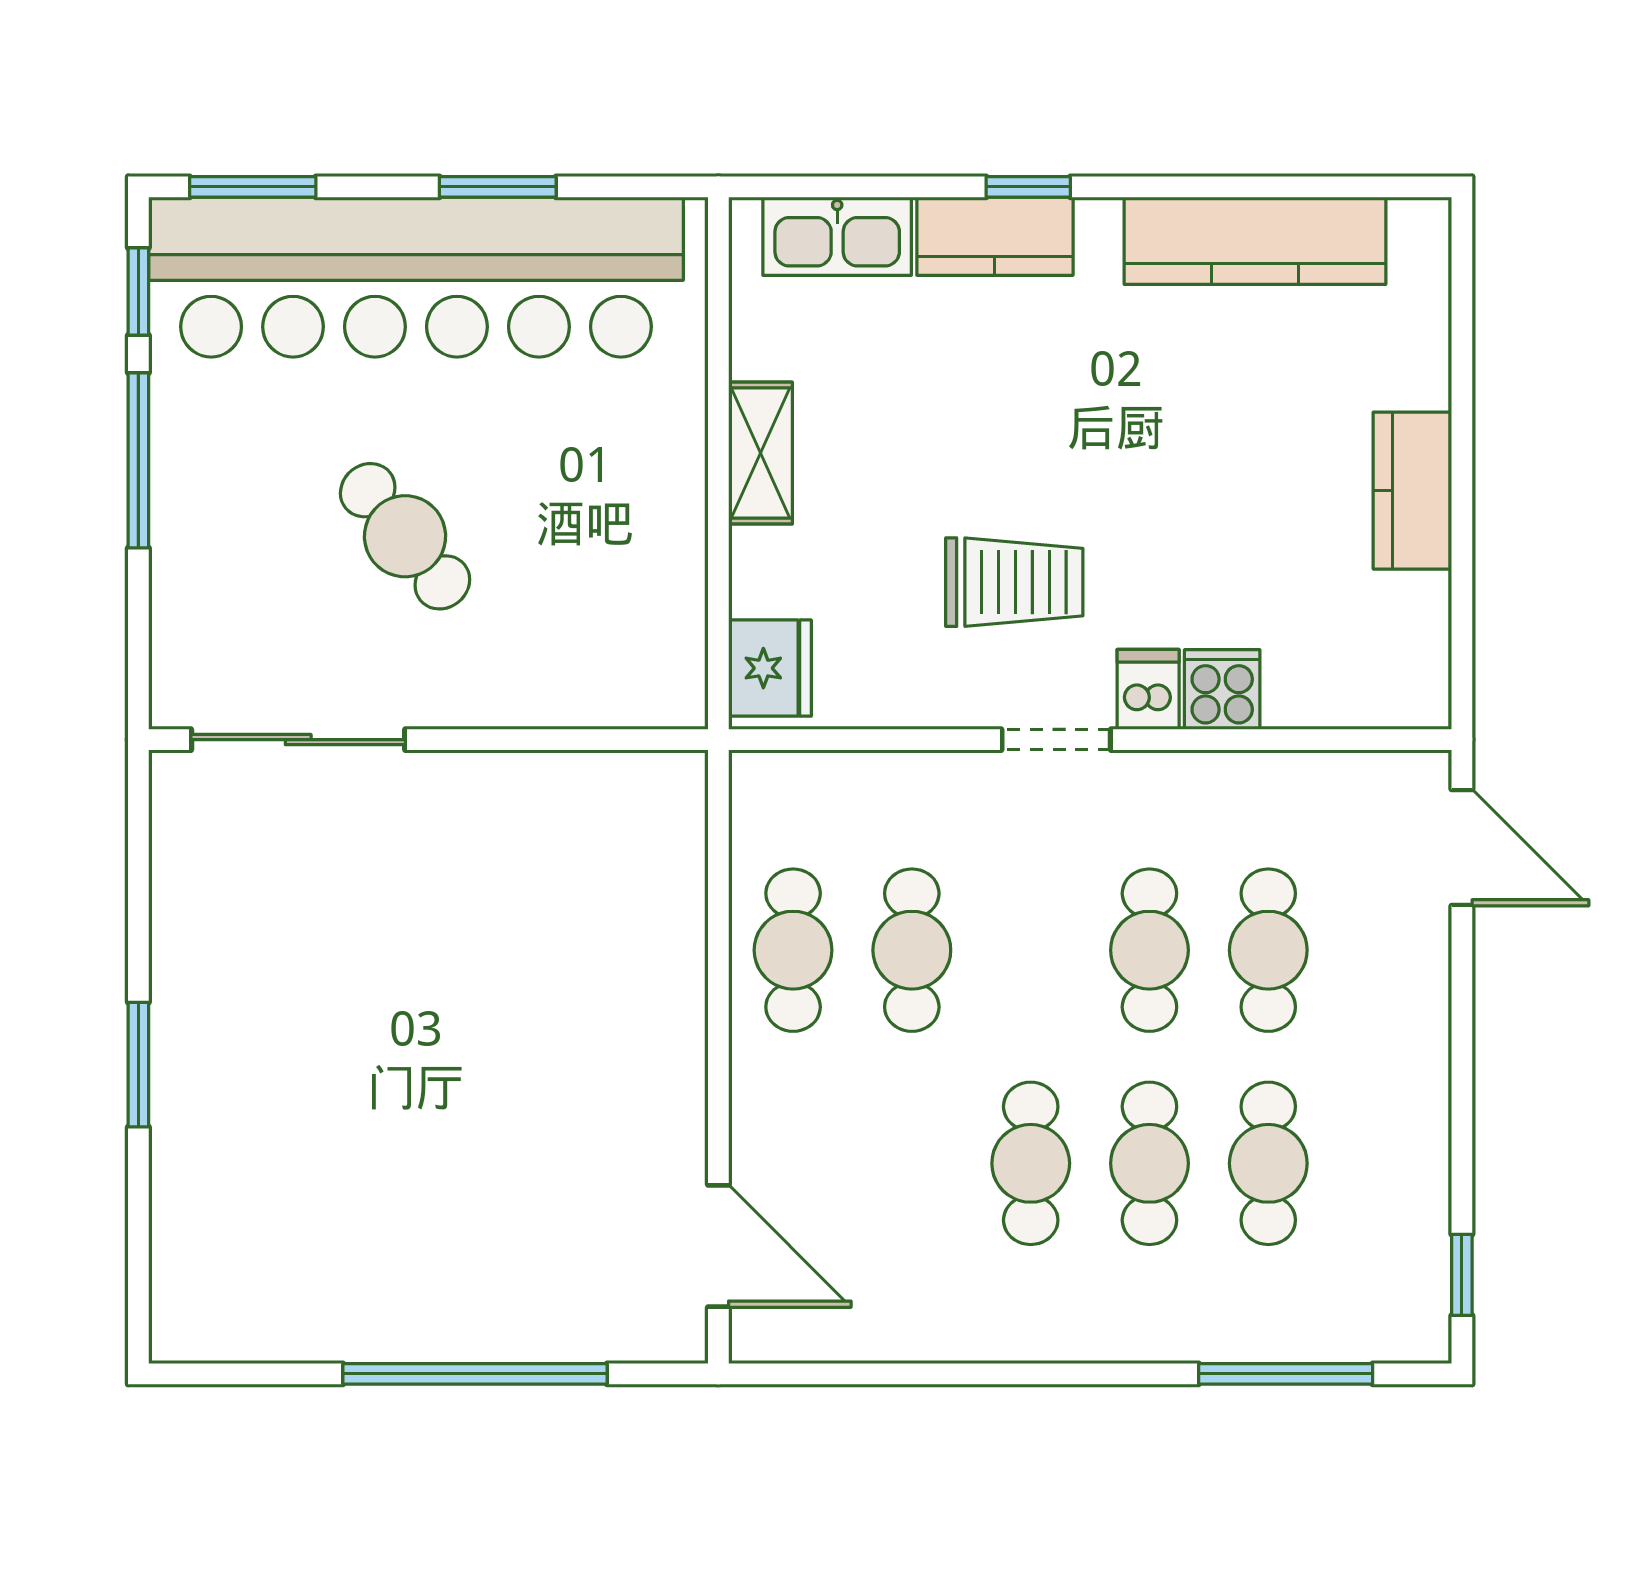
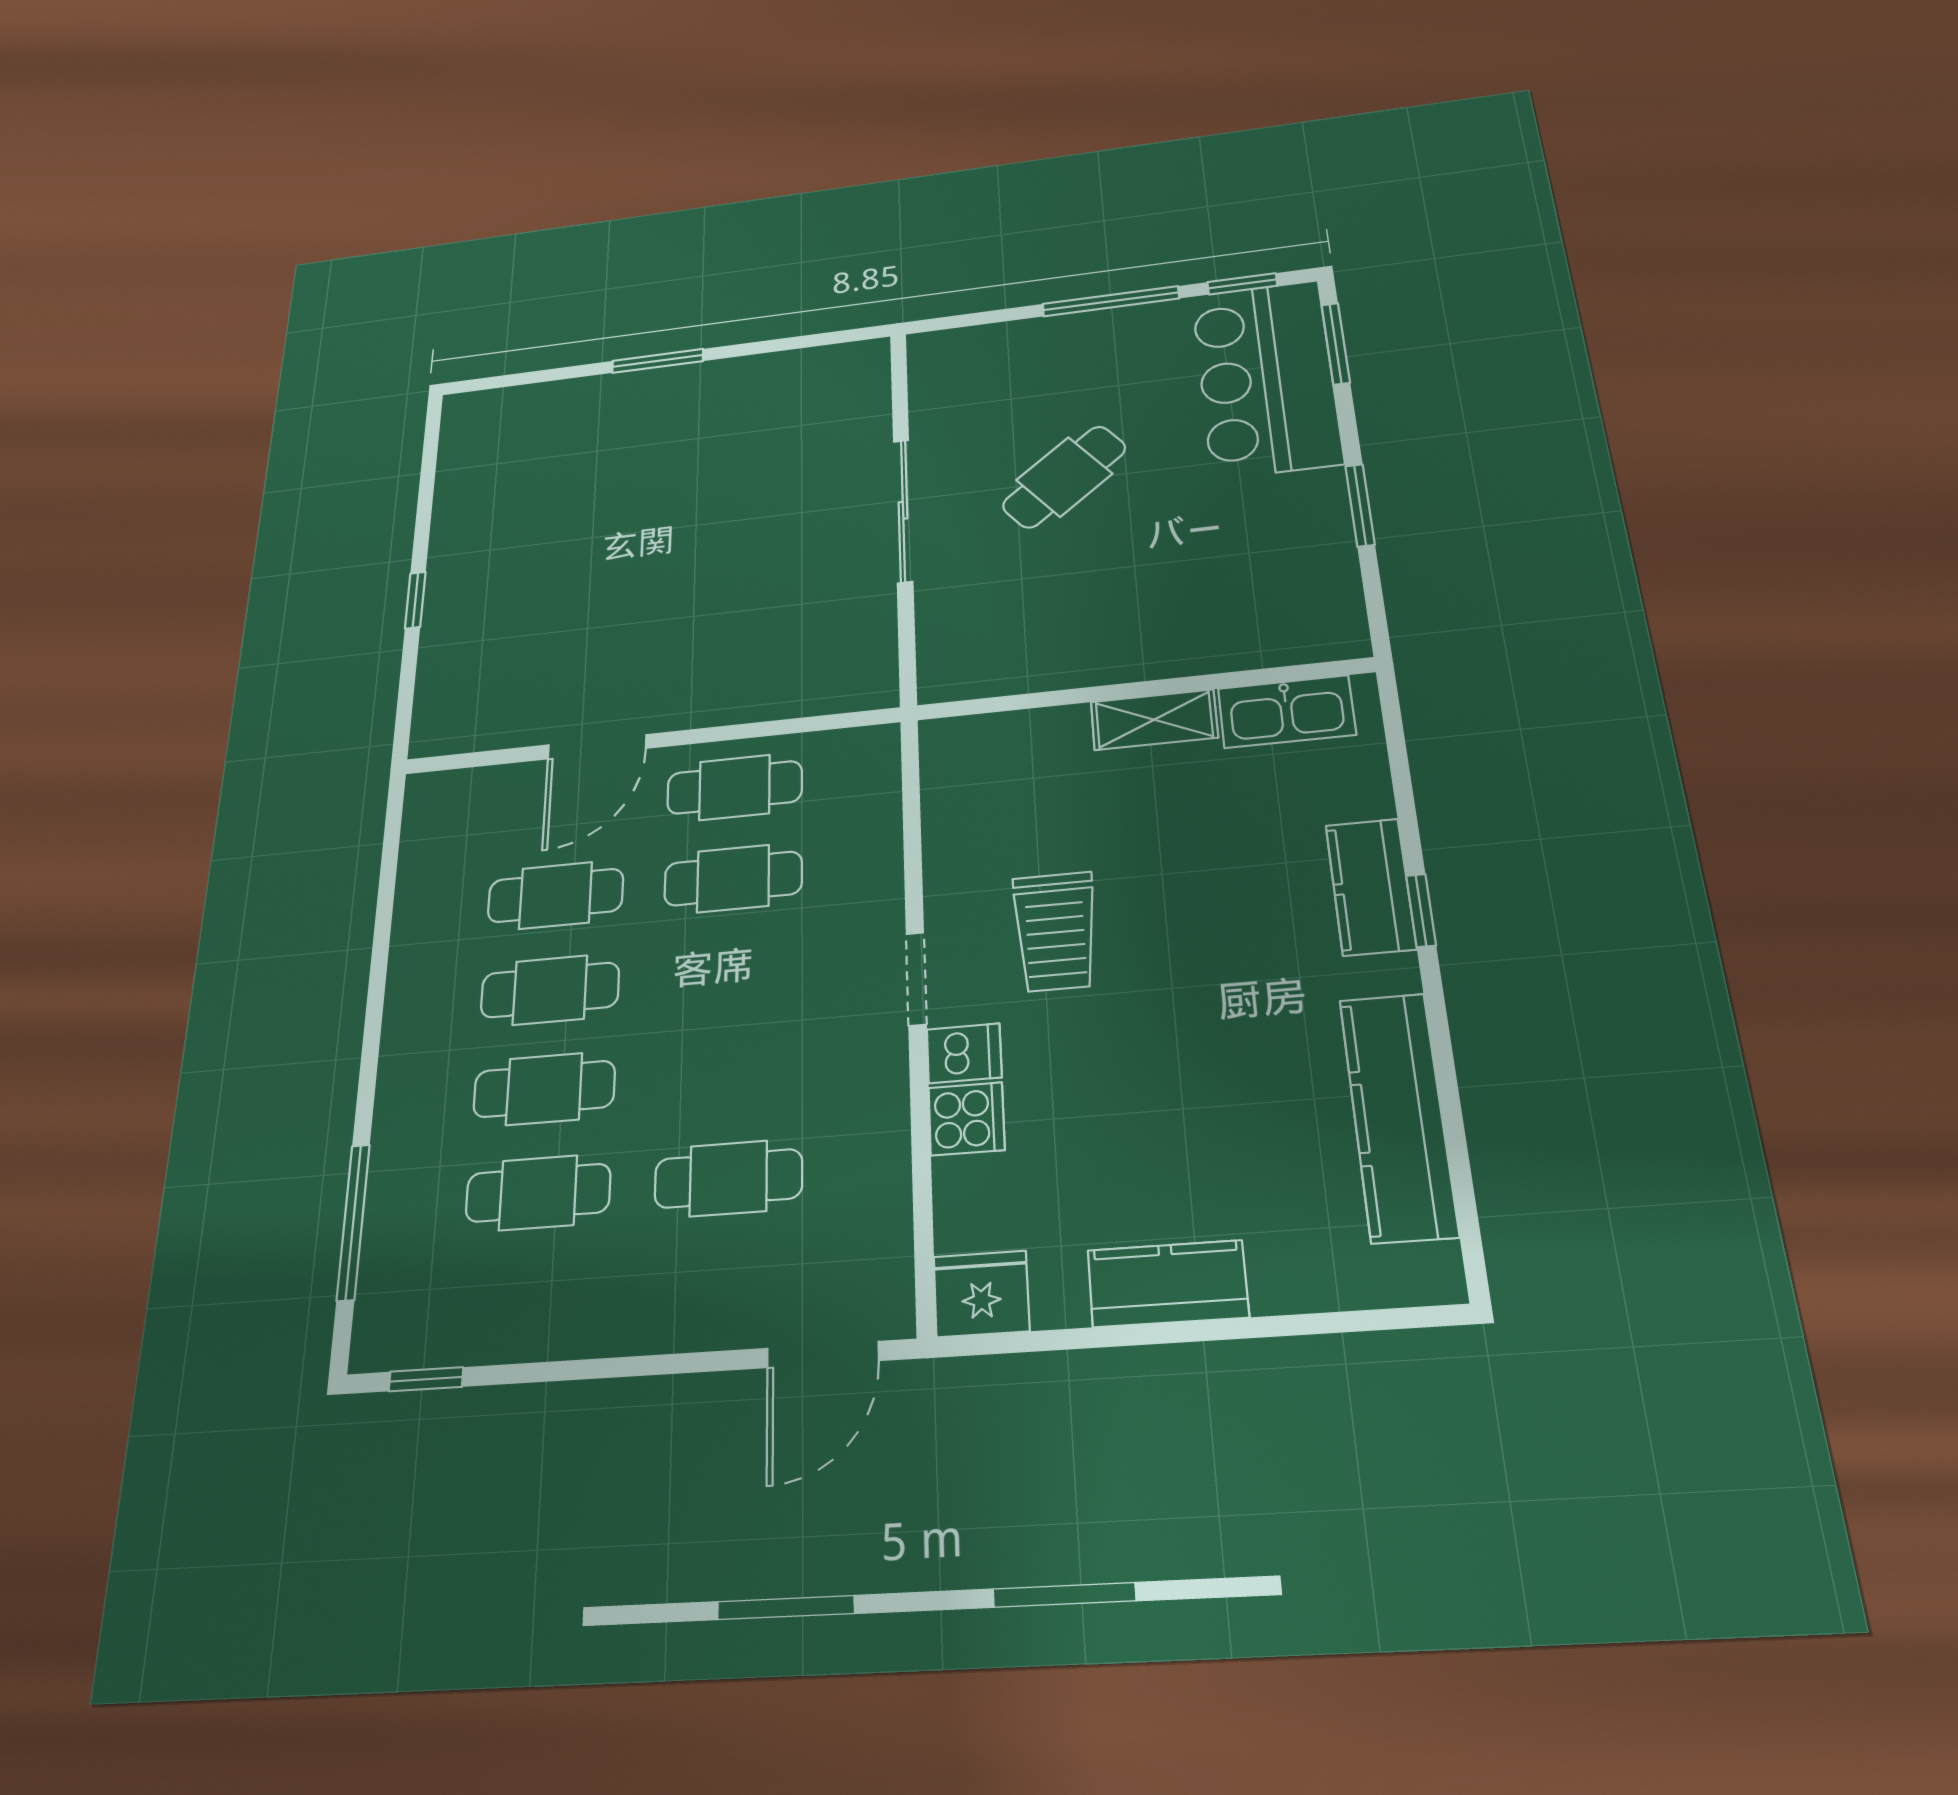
kitchen sink: (837, 236) -> (1287, 712), moved, turned -90
bar counter: (416, 277) -> (1266, 378), width x0.54
fridge: (770, 668) -> (981, 1294), moved, turned 180
sliding door: (298, 740) -> (903, 510), moved
cafe table: (1149, 950) -> (555, 895), moved
door: (718, 1246) -> (597, 747), moved
window: (475, 1374) -> (415, 600), width x0.32

